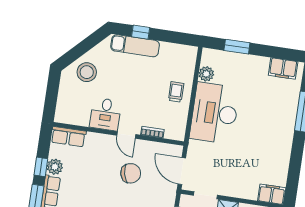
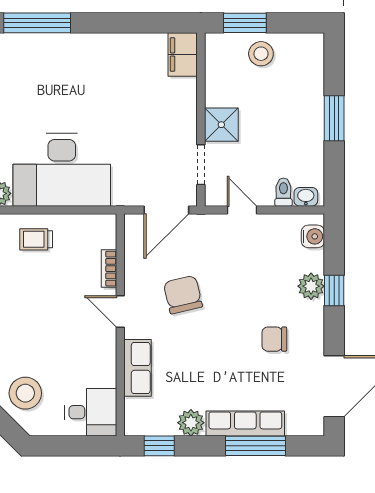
desk: (105, 114) -> (91, 412), moved
door: (126, 135) -> (120, 312), swing flipped
row of seats: (68, 137) -> (137, 368), moved
window: (41, 167) -> (159, 446), moved

